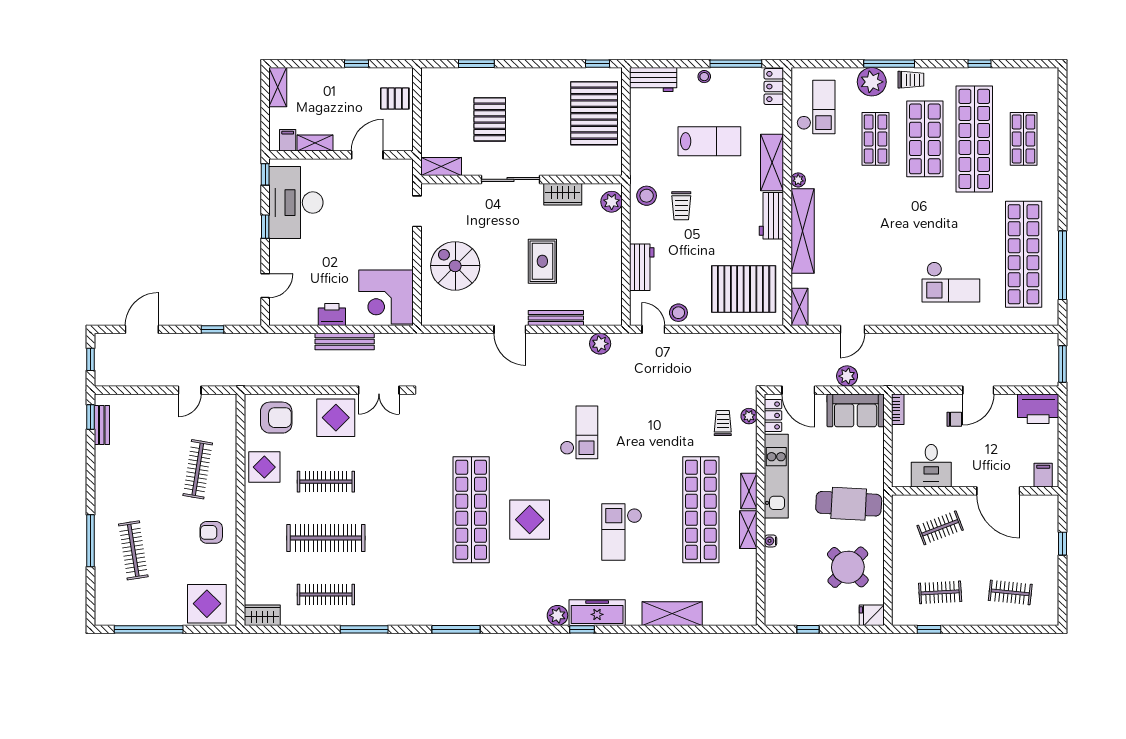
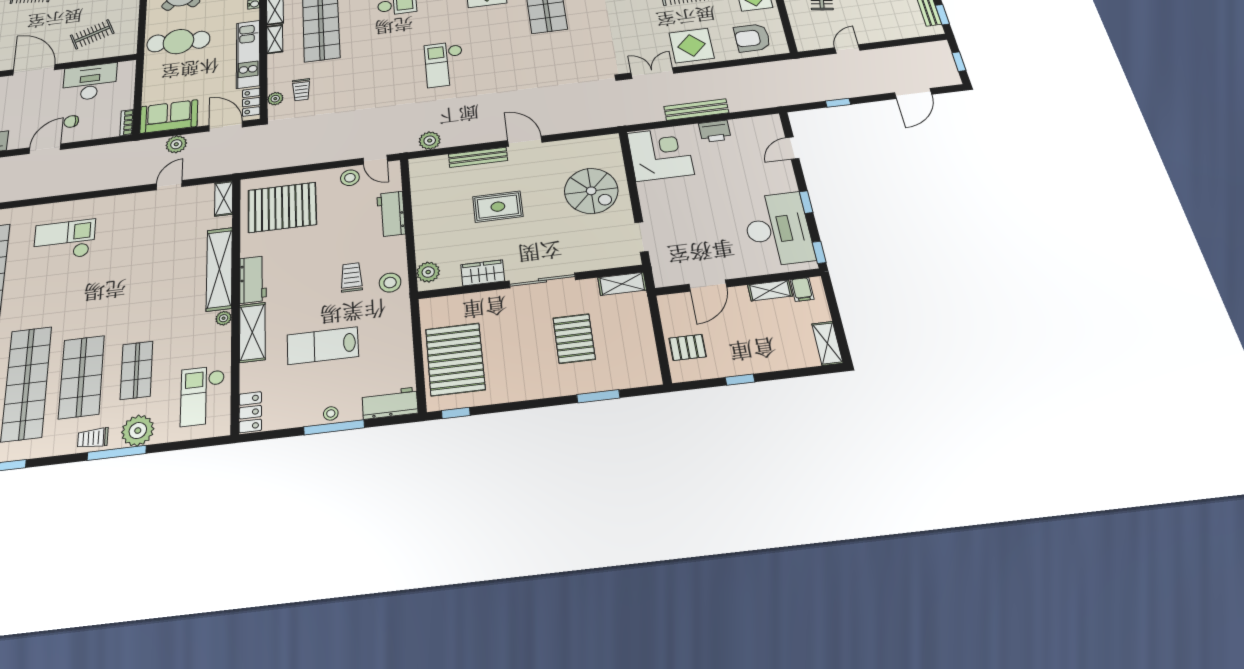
window: (736, 64) -> (334, 427), moved
rug: (542, 261) -> (498, 207), turned 90
desk: (931, 466) -> (90, 82), width x1.37

